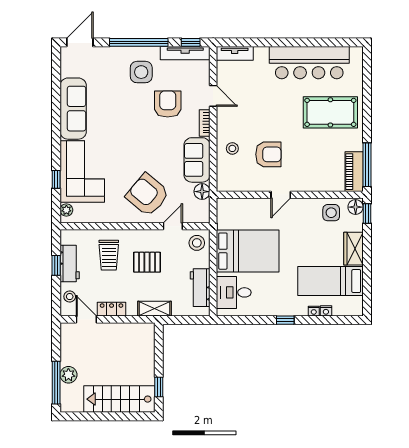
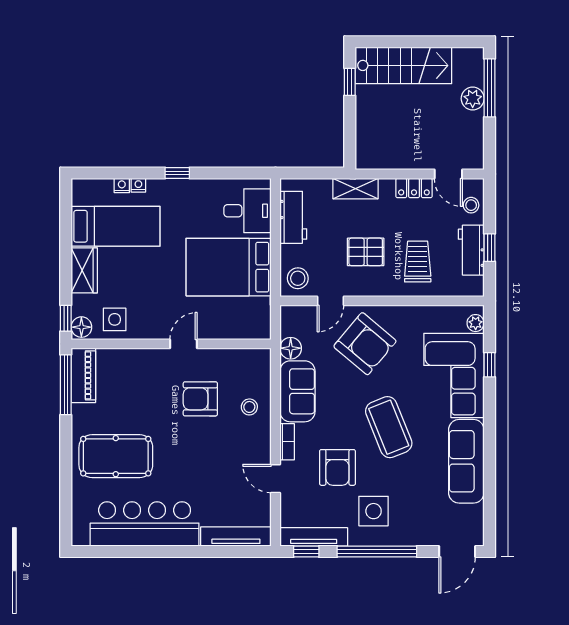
tv unit: (235, 53) -> (236, 536), width x1.41
coffee table: (130, 134) -> (389, 427), added

